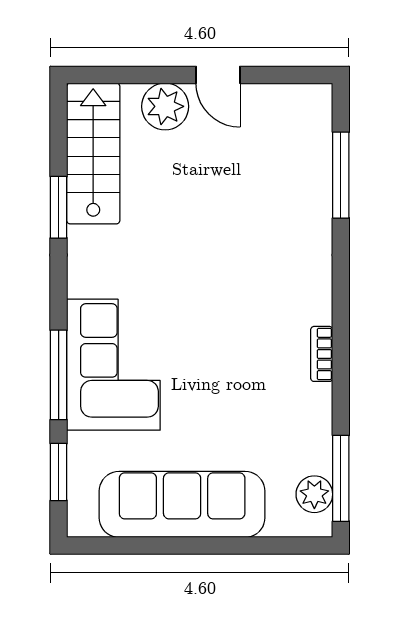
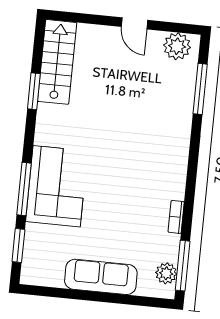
plant: (165, 106) -> (177, 46), moved
bookcase: (322, 354) -> (176, 217), moved
sofa: (182, 504) -> (101, 277), width x0.74, depth x0.79

